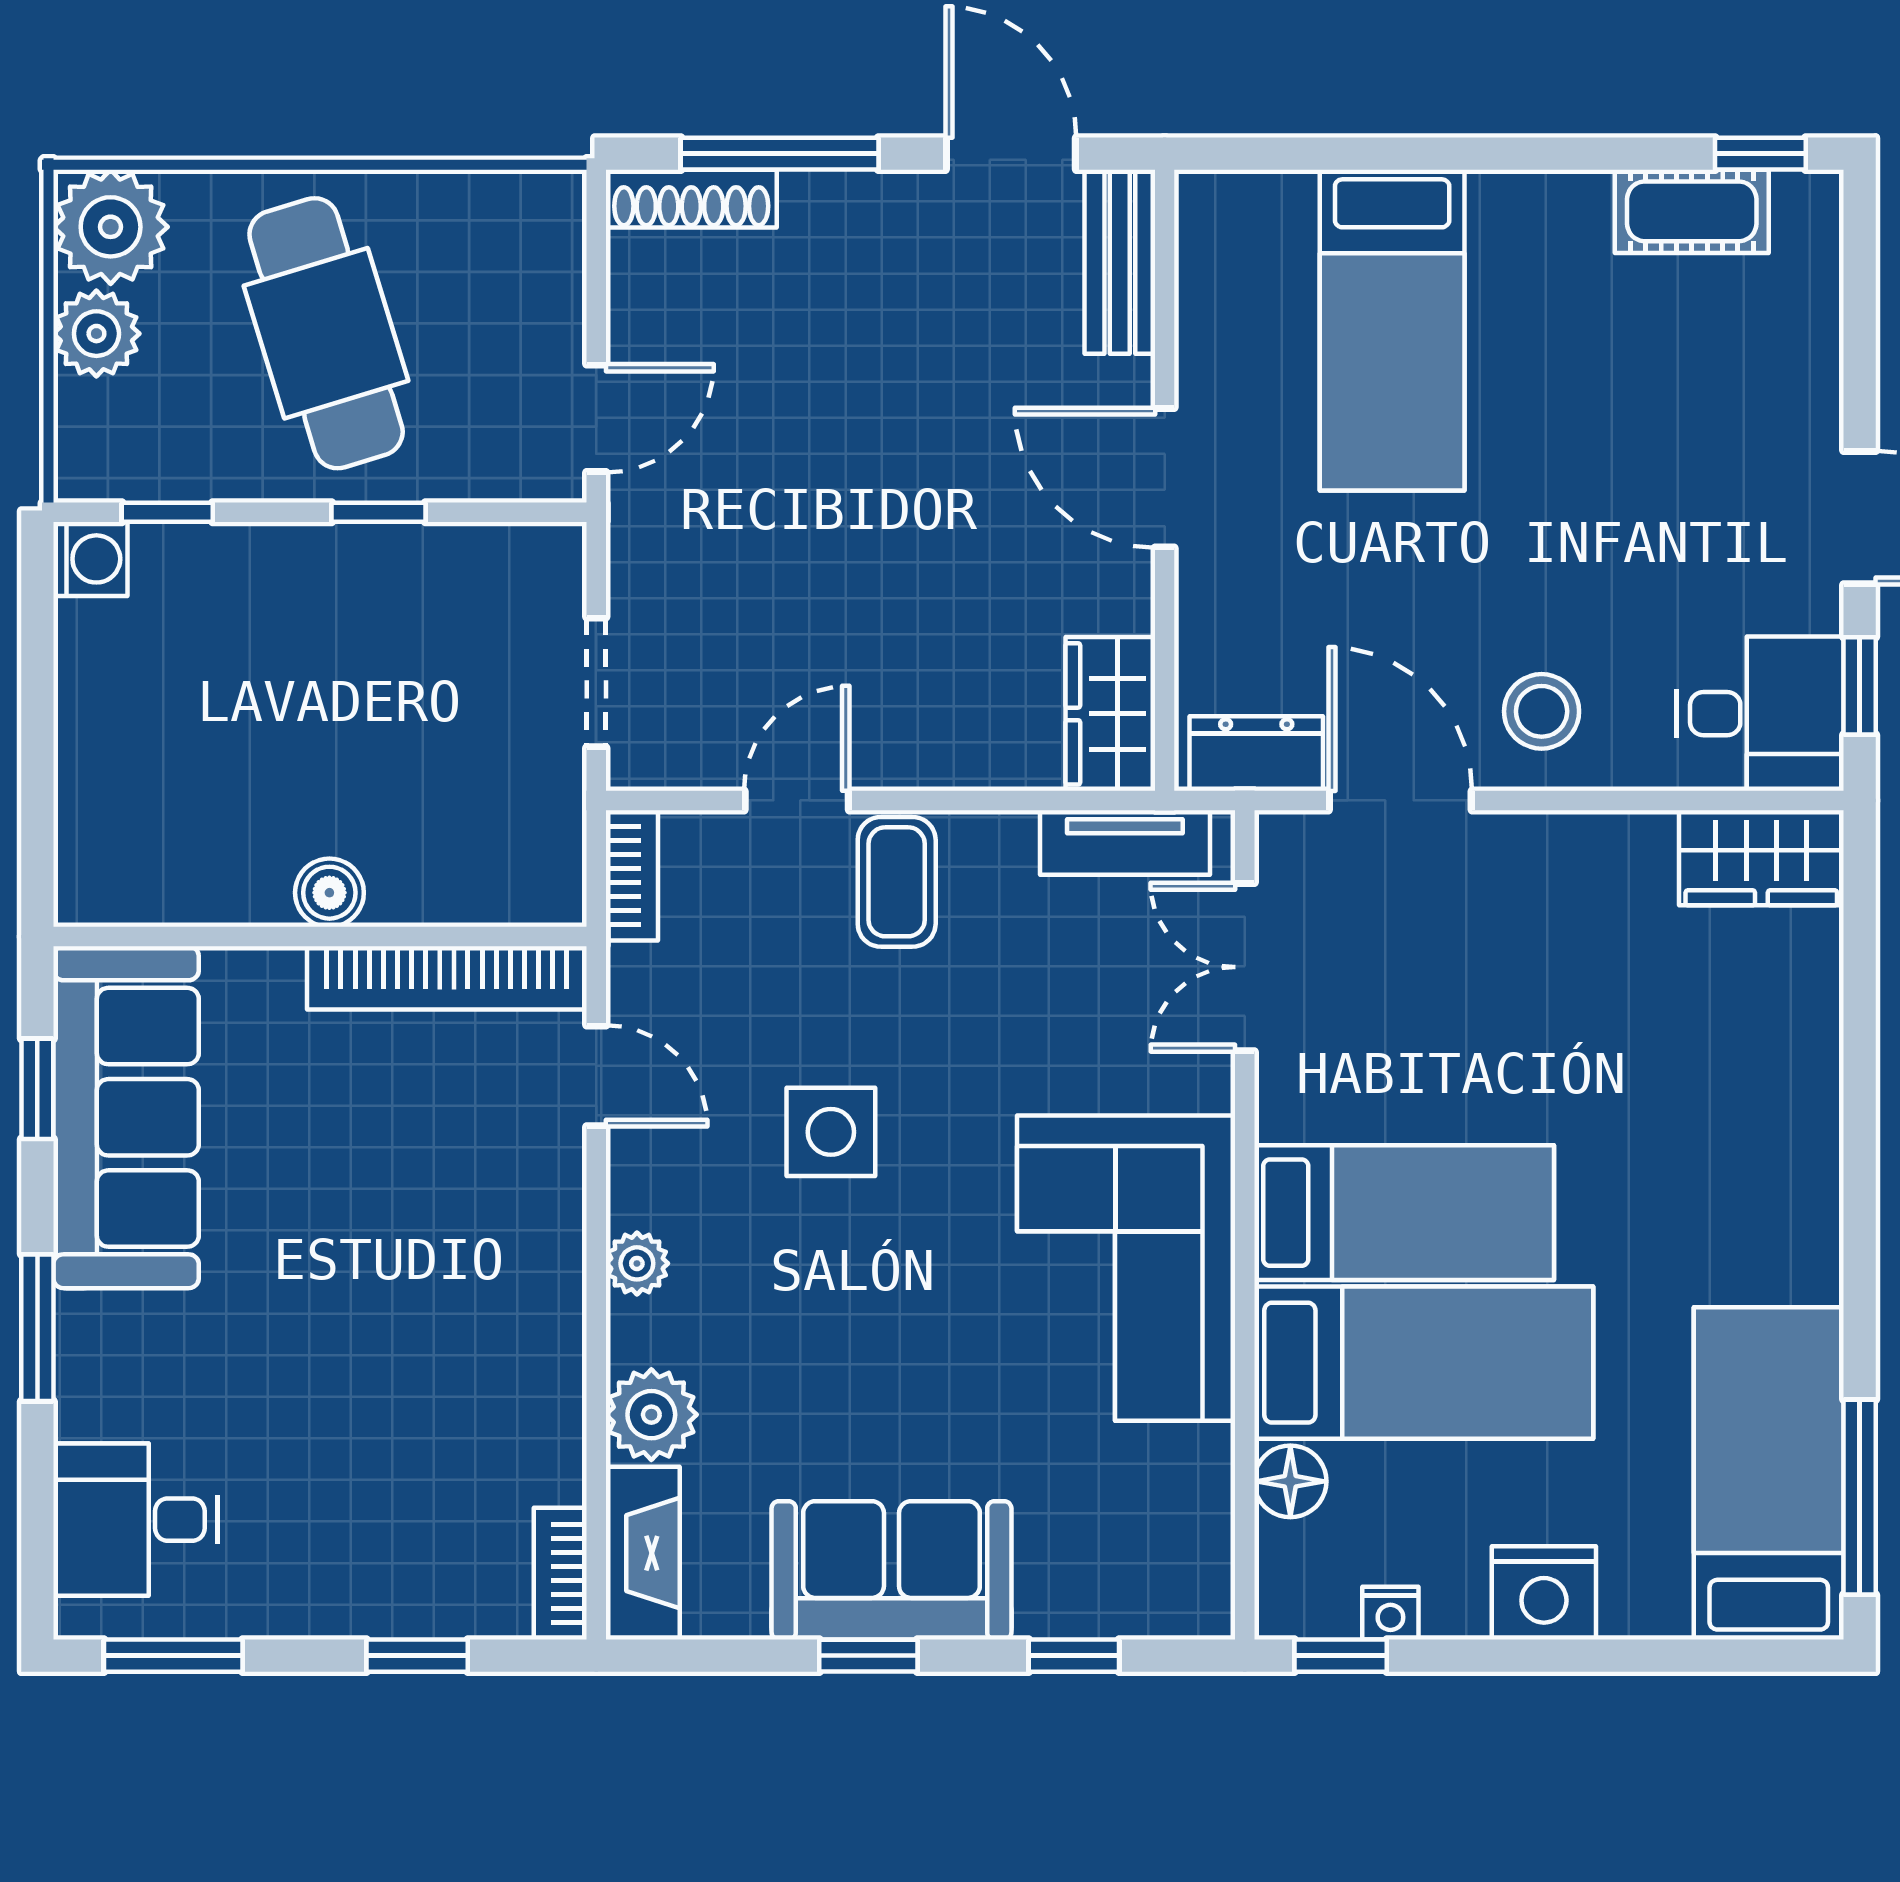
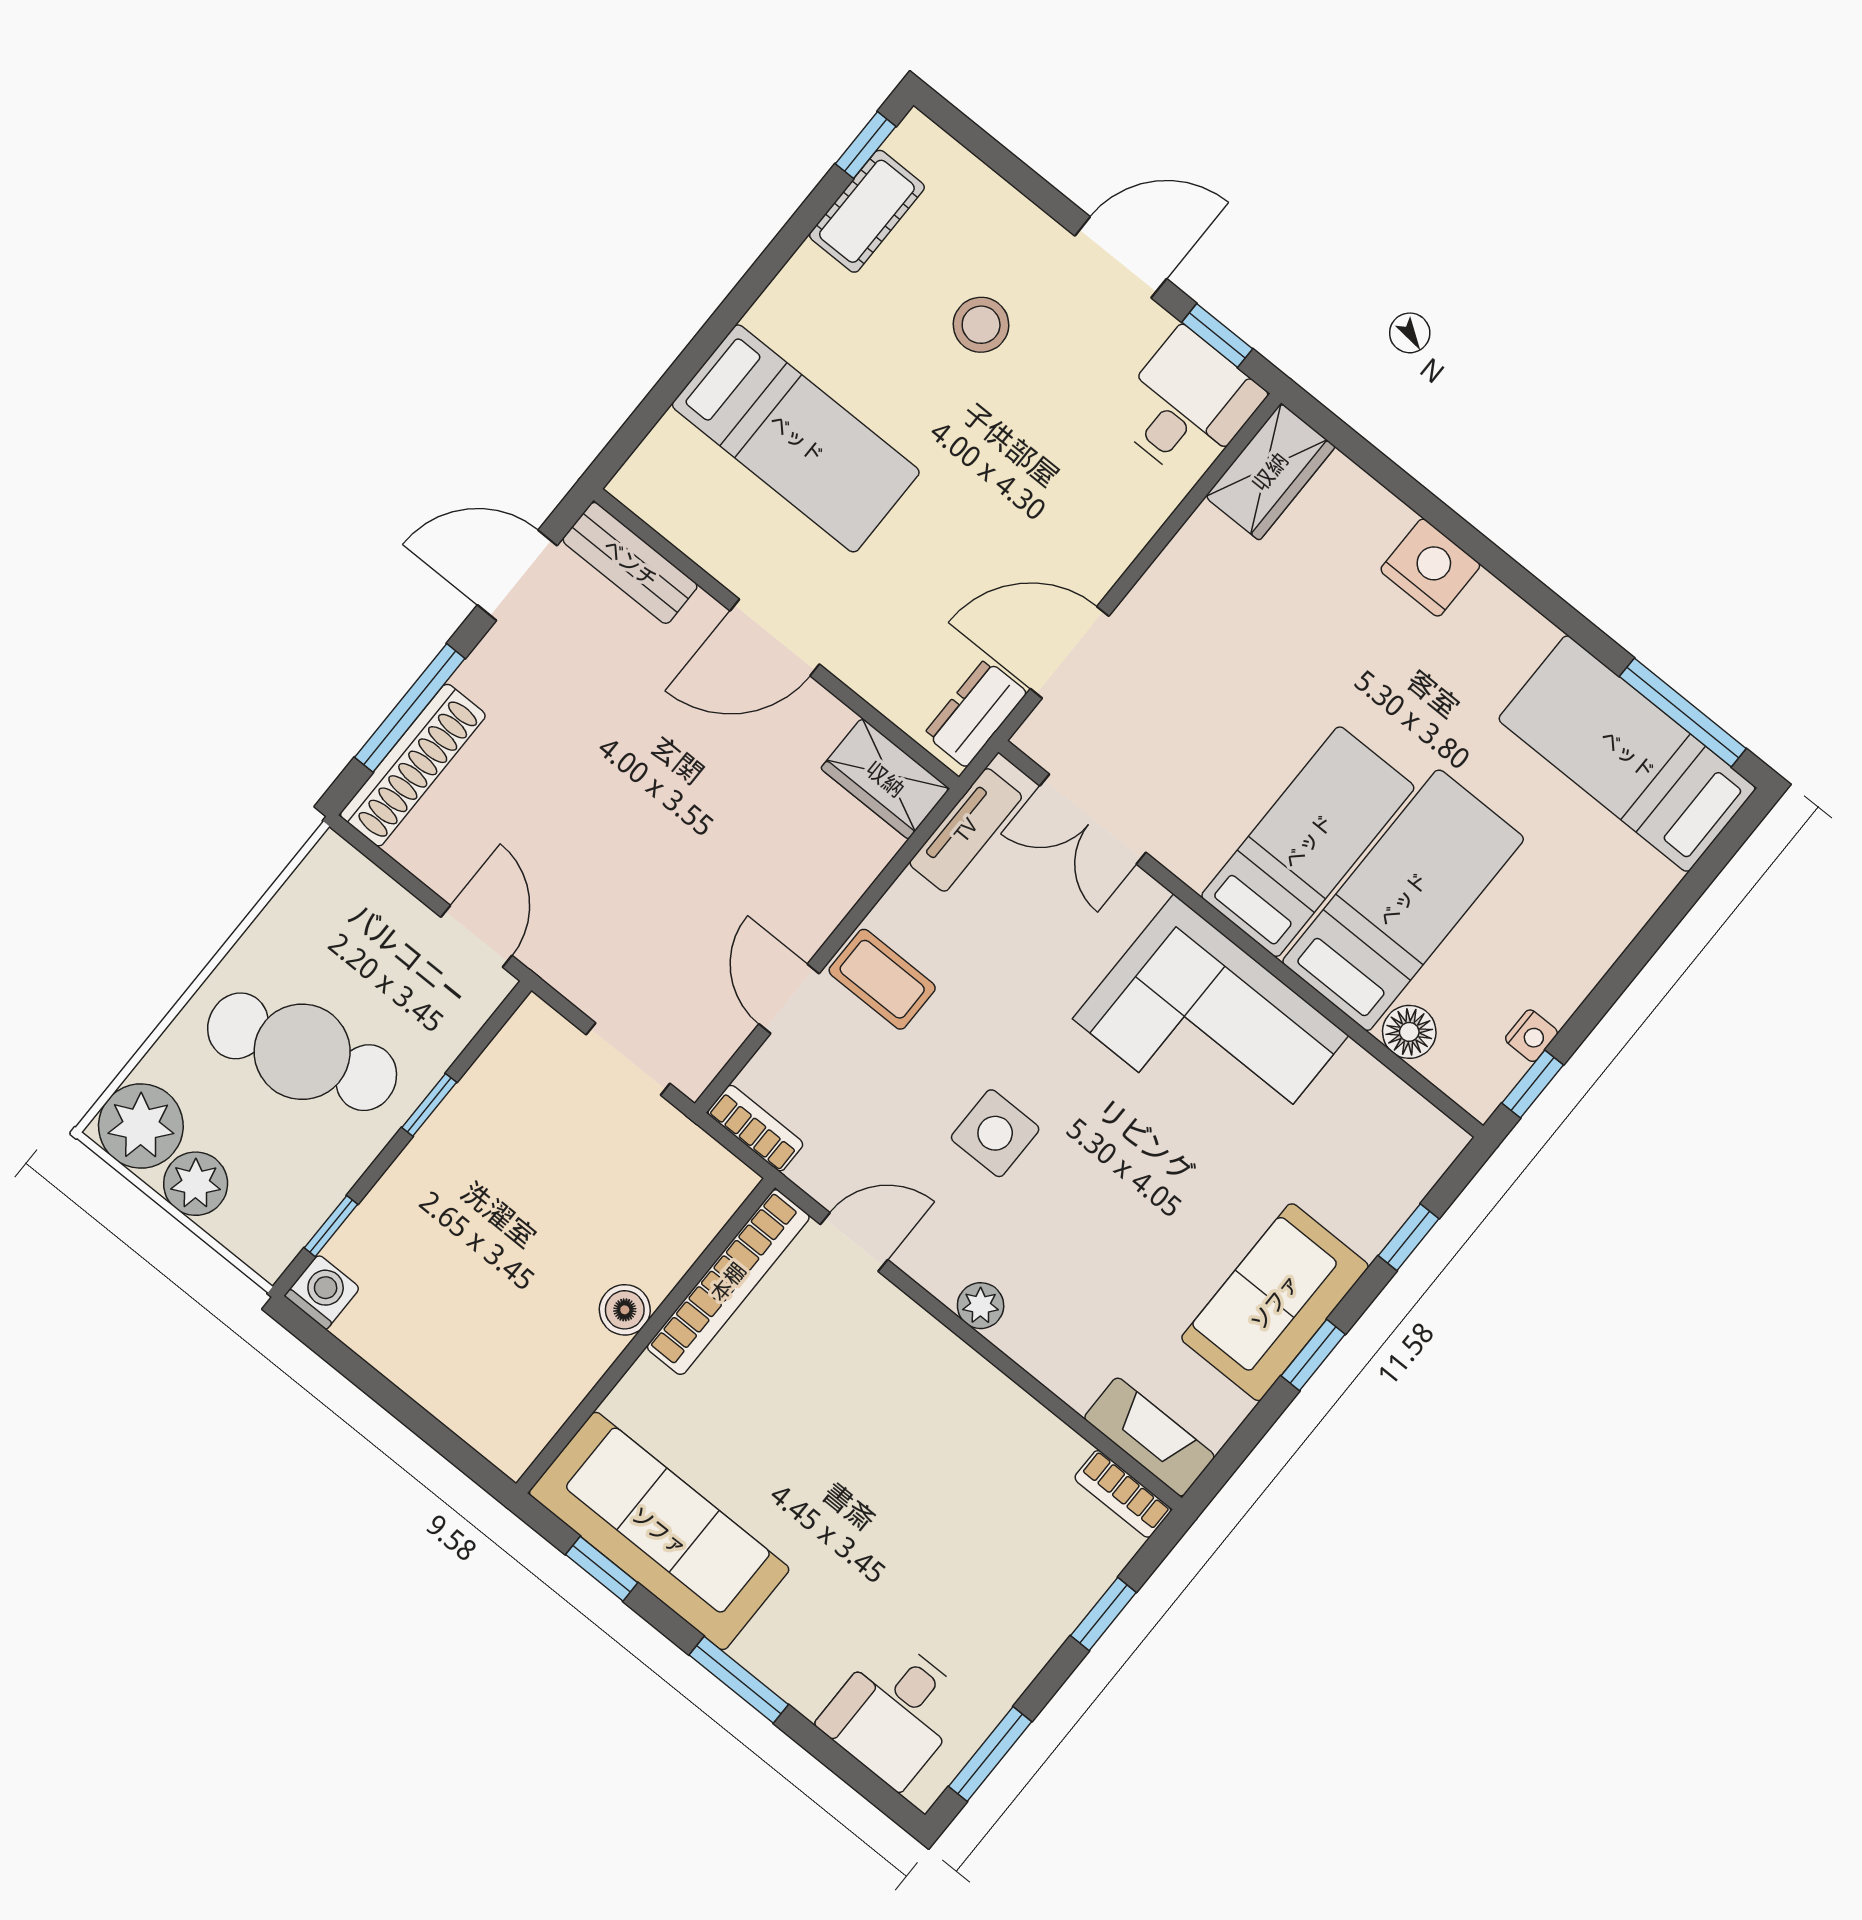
shoe rack: (691, 199) -> (413, 765), width x1.36, depth x1.24
stool: (1542, 711) -> (981, 325), moved
plant: (651, 1415) -> (1074, 1368), removed
nightstand: (1544, 1593) -> (1430, 568), moved, turned -90

